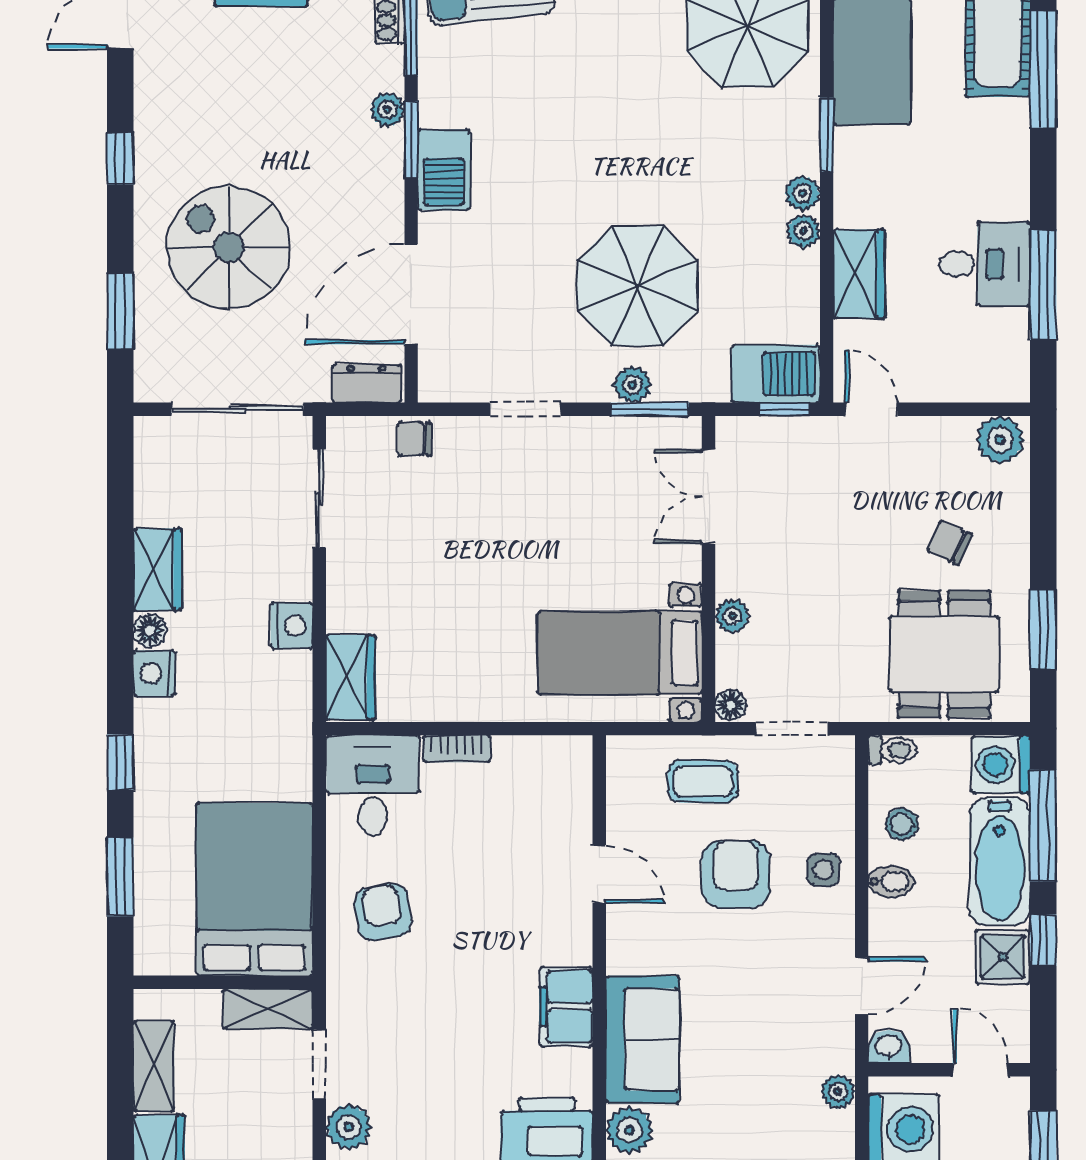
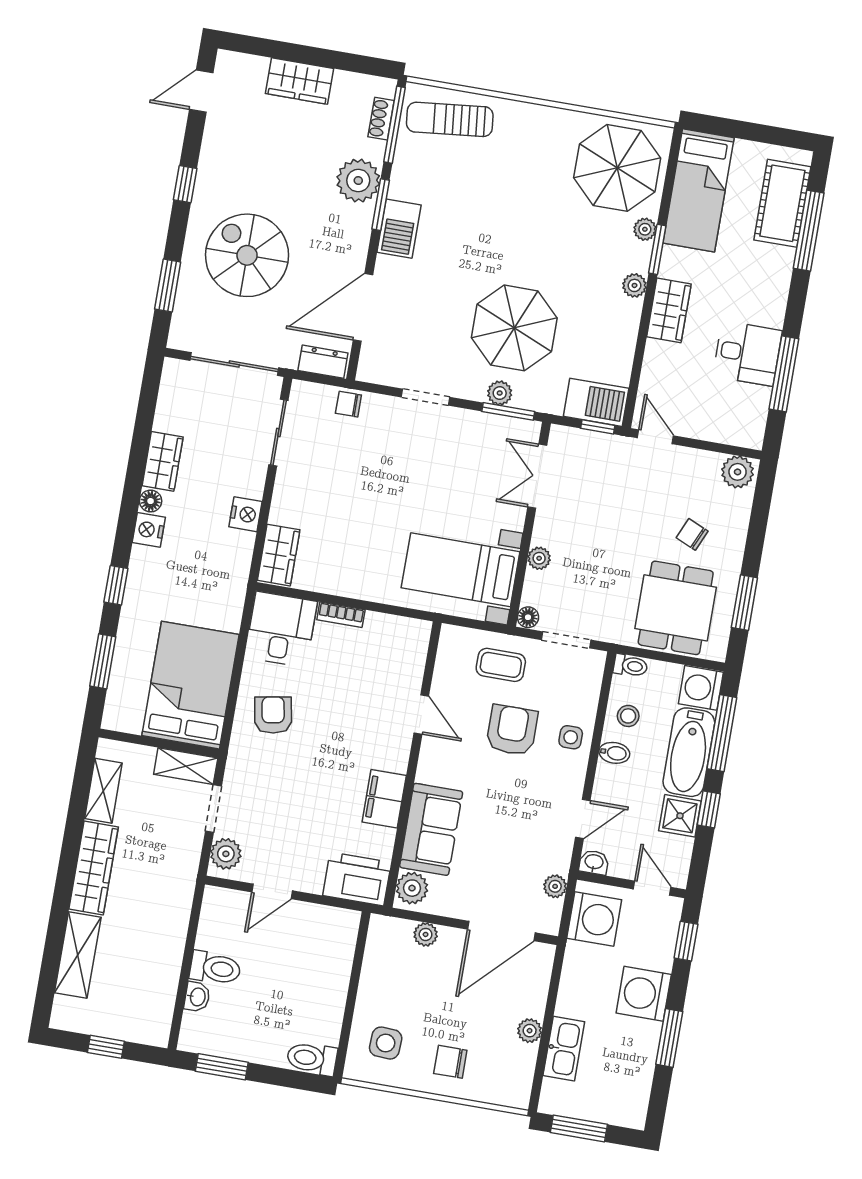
plant: (387, 110) -> (358, 181), width x1.88, depth x1.88
plant: (803, 231) -> (645, 229), moved
wardrobe: (859, 274) -> (669, 310), moved

